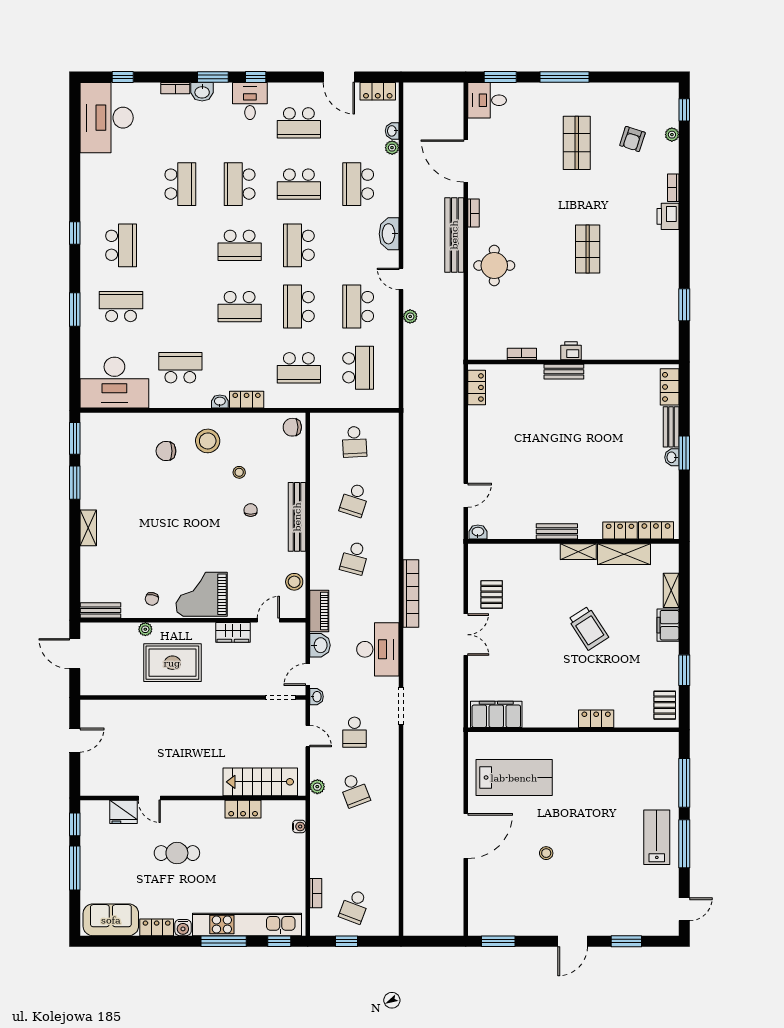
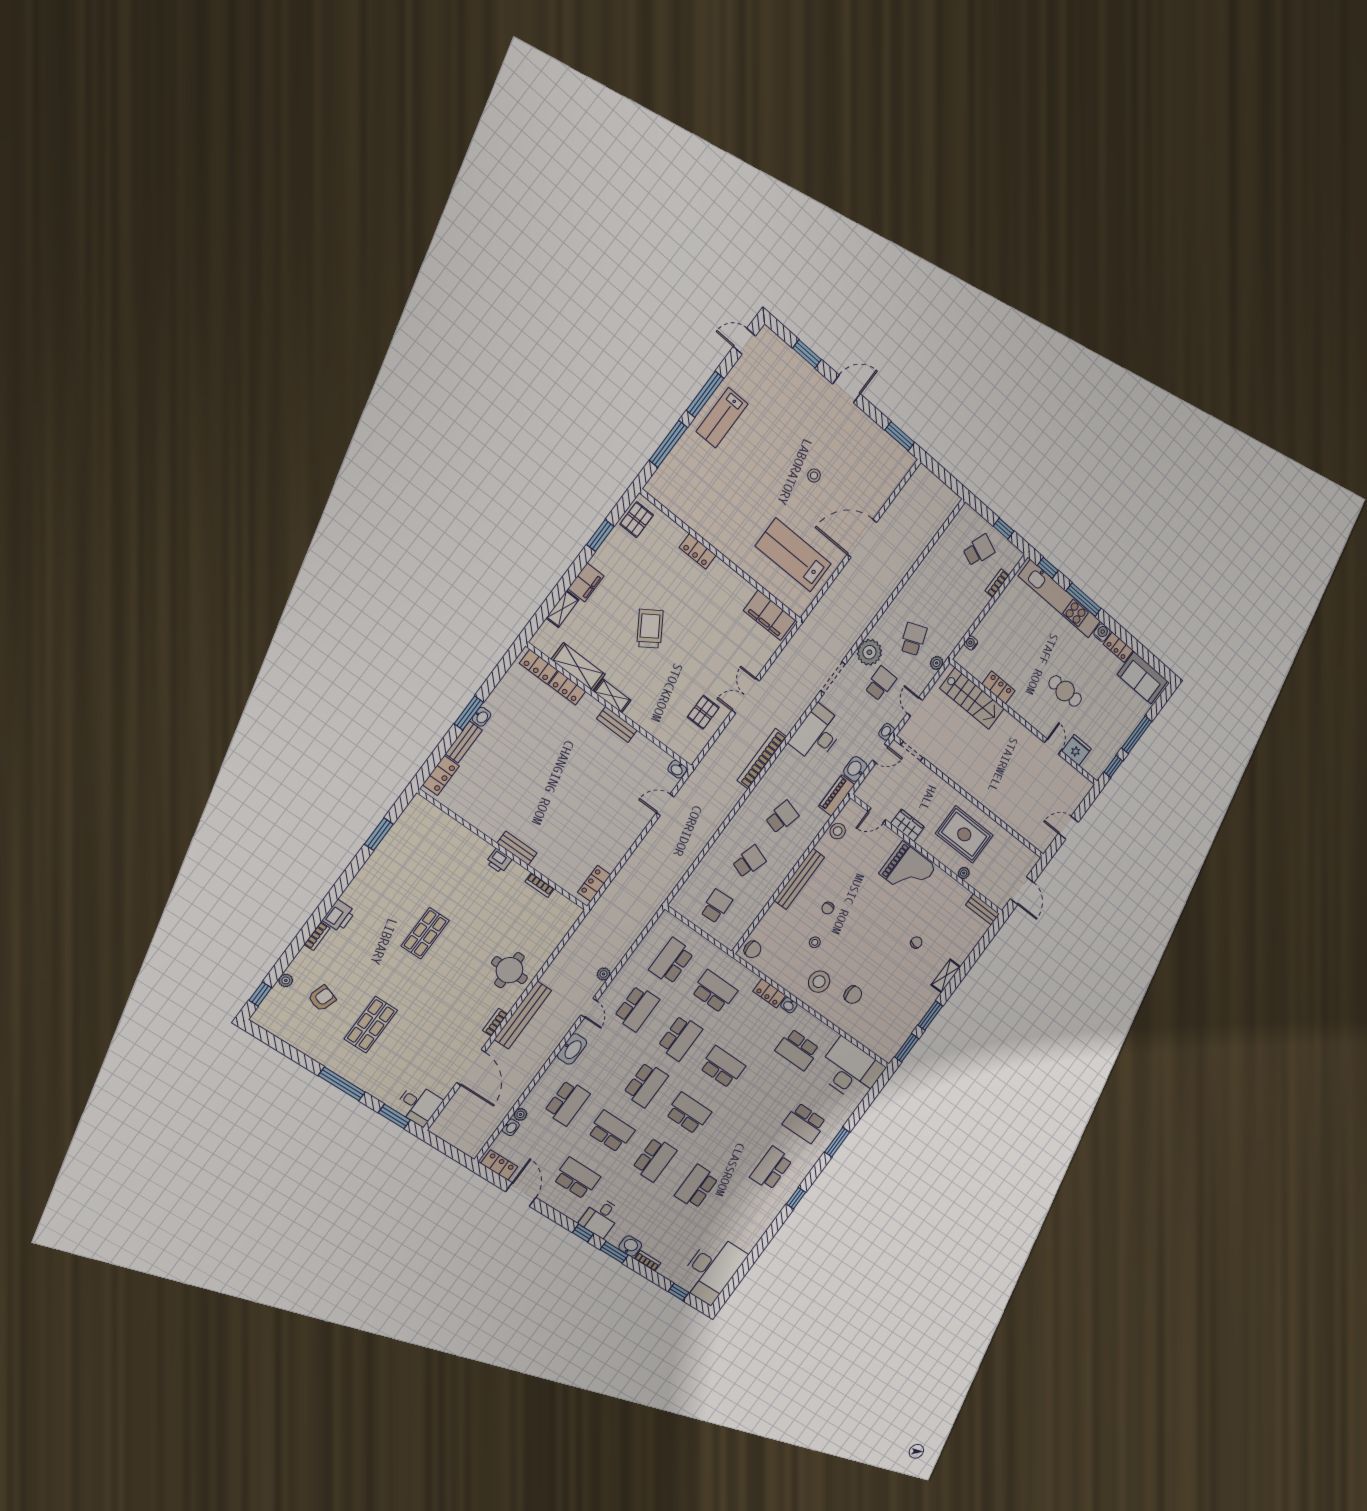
chair: (152, 599) -> (916, 943), moved
plant: (385, 750) -> (869, 652), added

